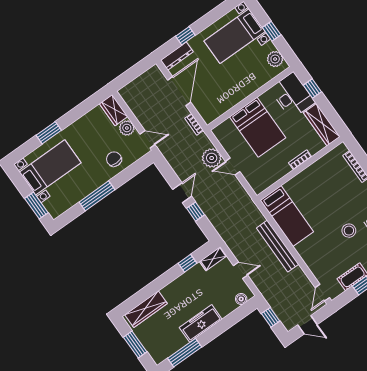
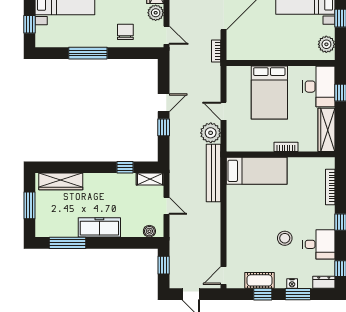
plant: (212, 158) -> (211, 133), moved
window: (36, 206) -> (30, 24), width x0.67
bed: (287, 216) -> (257, 171), moved, turned -90
bench: (278, 246) -> (213, 173), moved

